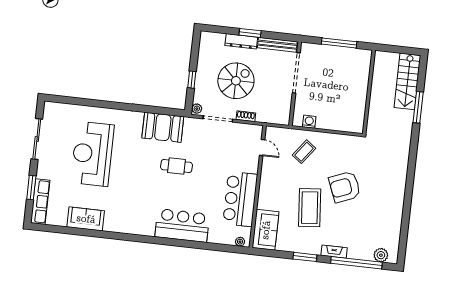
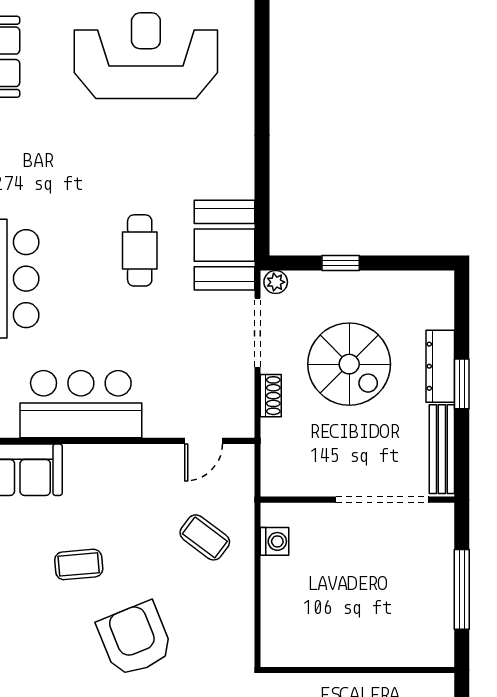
booth: (163, 127) -> (224, 245), moved
coffee table: (310, 208) -> (79, 564), width x0.54, depth x0.58

